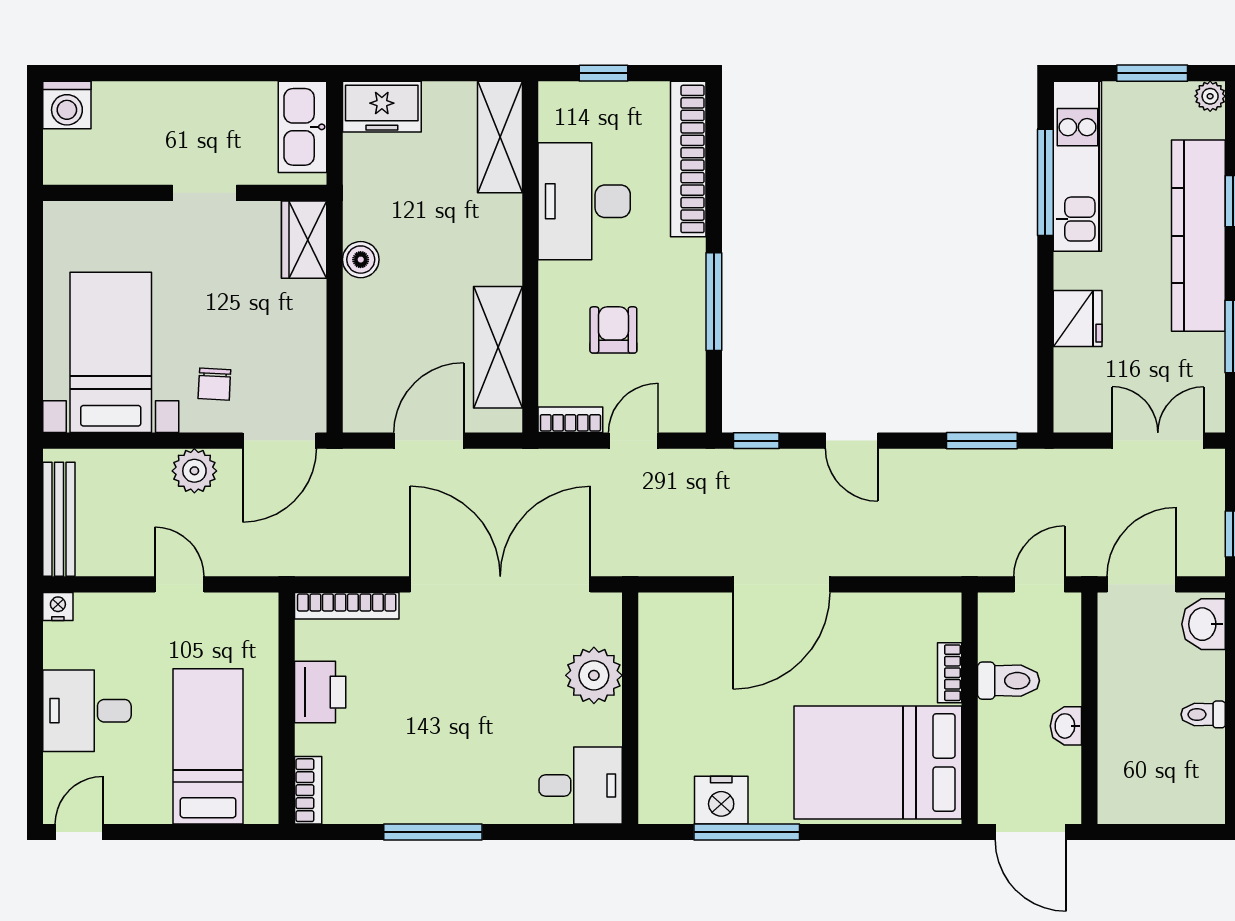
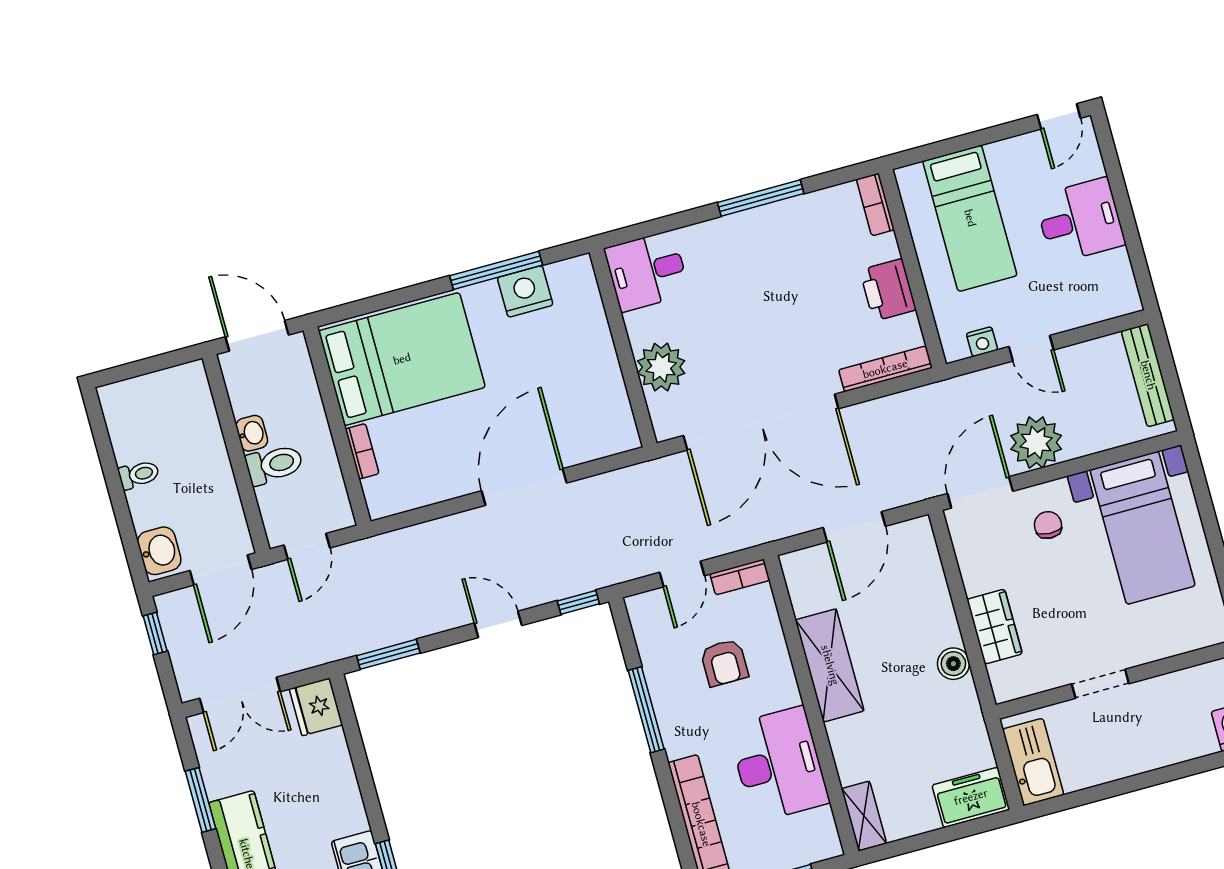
shelving: (500, 137) -> (864, 816), width x0.67, depth x0.75
wardrobe: (304, 240) -> (995, 627), moved
fridge: (1078, 318) -> (316, 707), moved
shelving: (498, 347) -> (830, 665), moved
plant: (194, 471) -> (1036, 442), width x1.36, depth x1.36
nightstand: (58, 607) -> (982, 342), moved
toilet: (1009, 681) -> (274, 464), moved, turned 180

